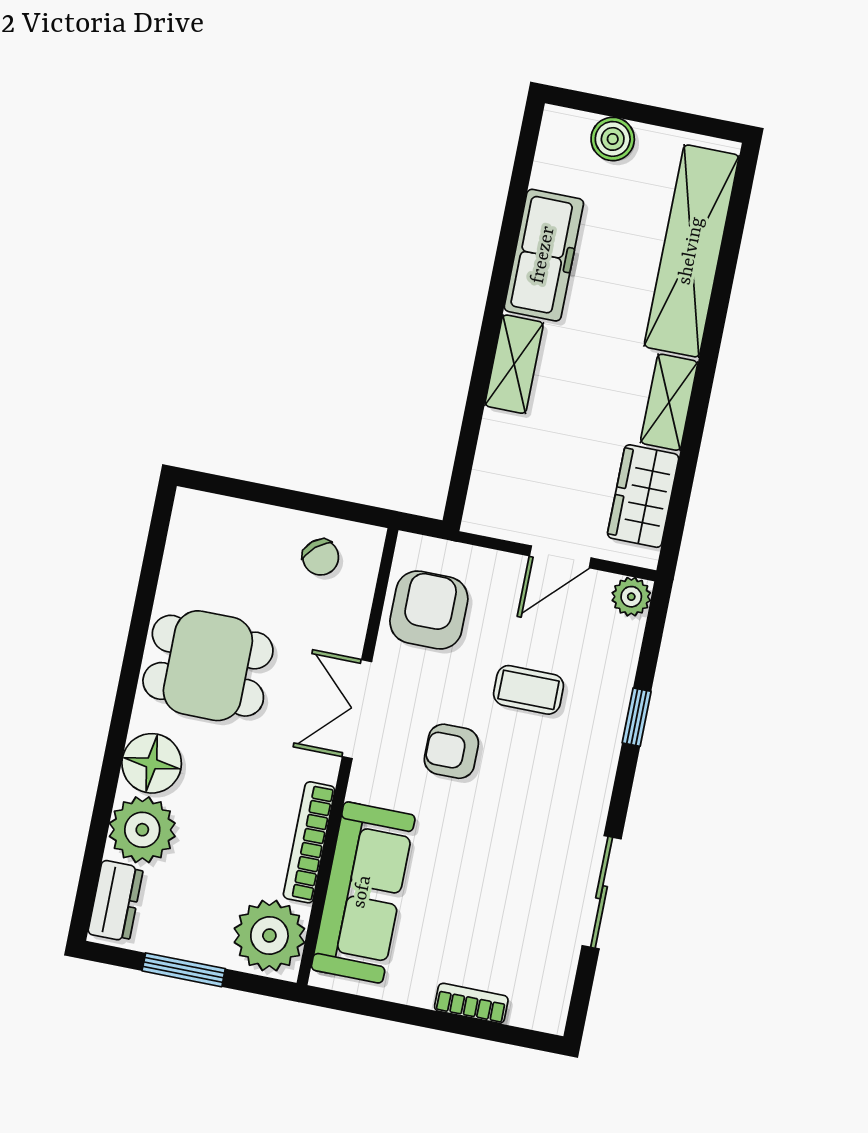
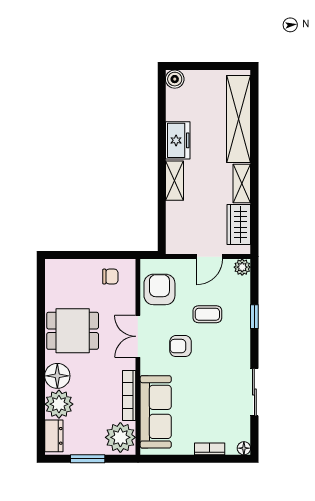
boiler: (613, 139) -> (175, 79), moved
freezer: (544, 255) -> (178, 140), width x0.71
chair: (321, 557) -> (110, 277), turned -49
floor lamp: (551, 1018) -> (244, 448), added

